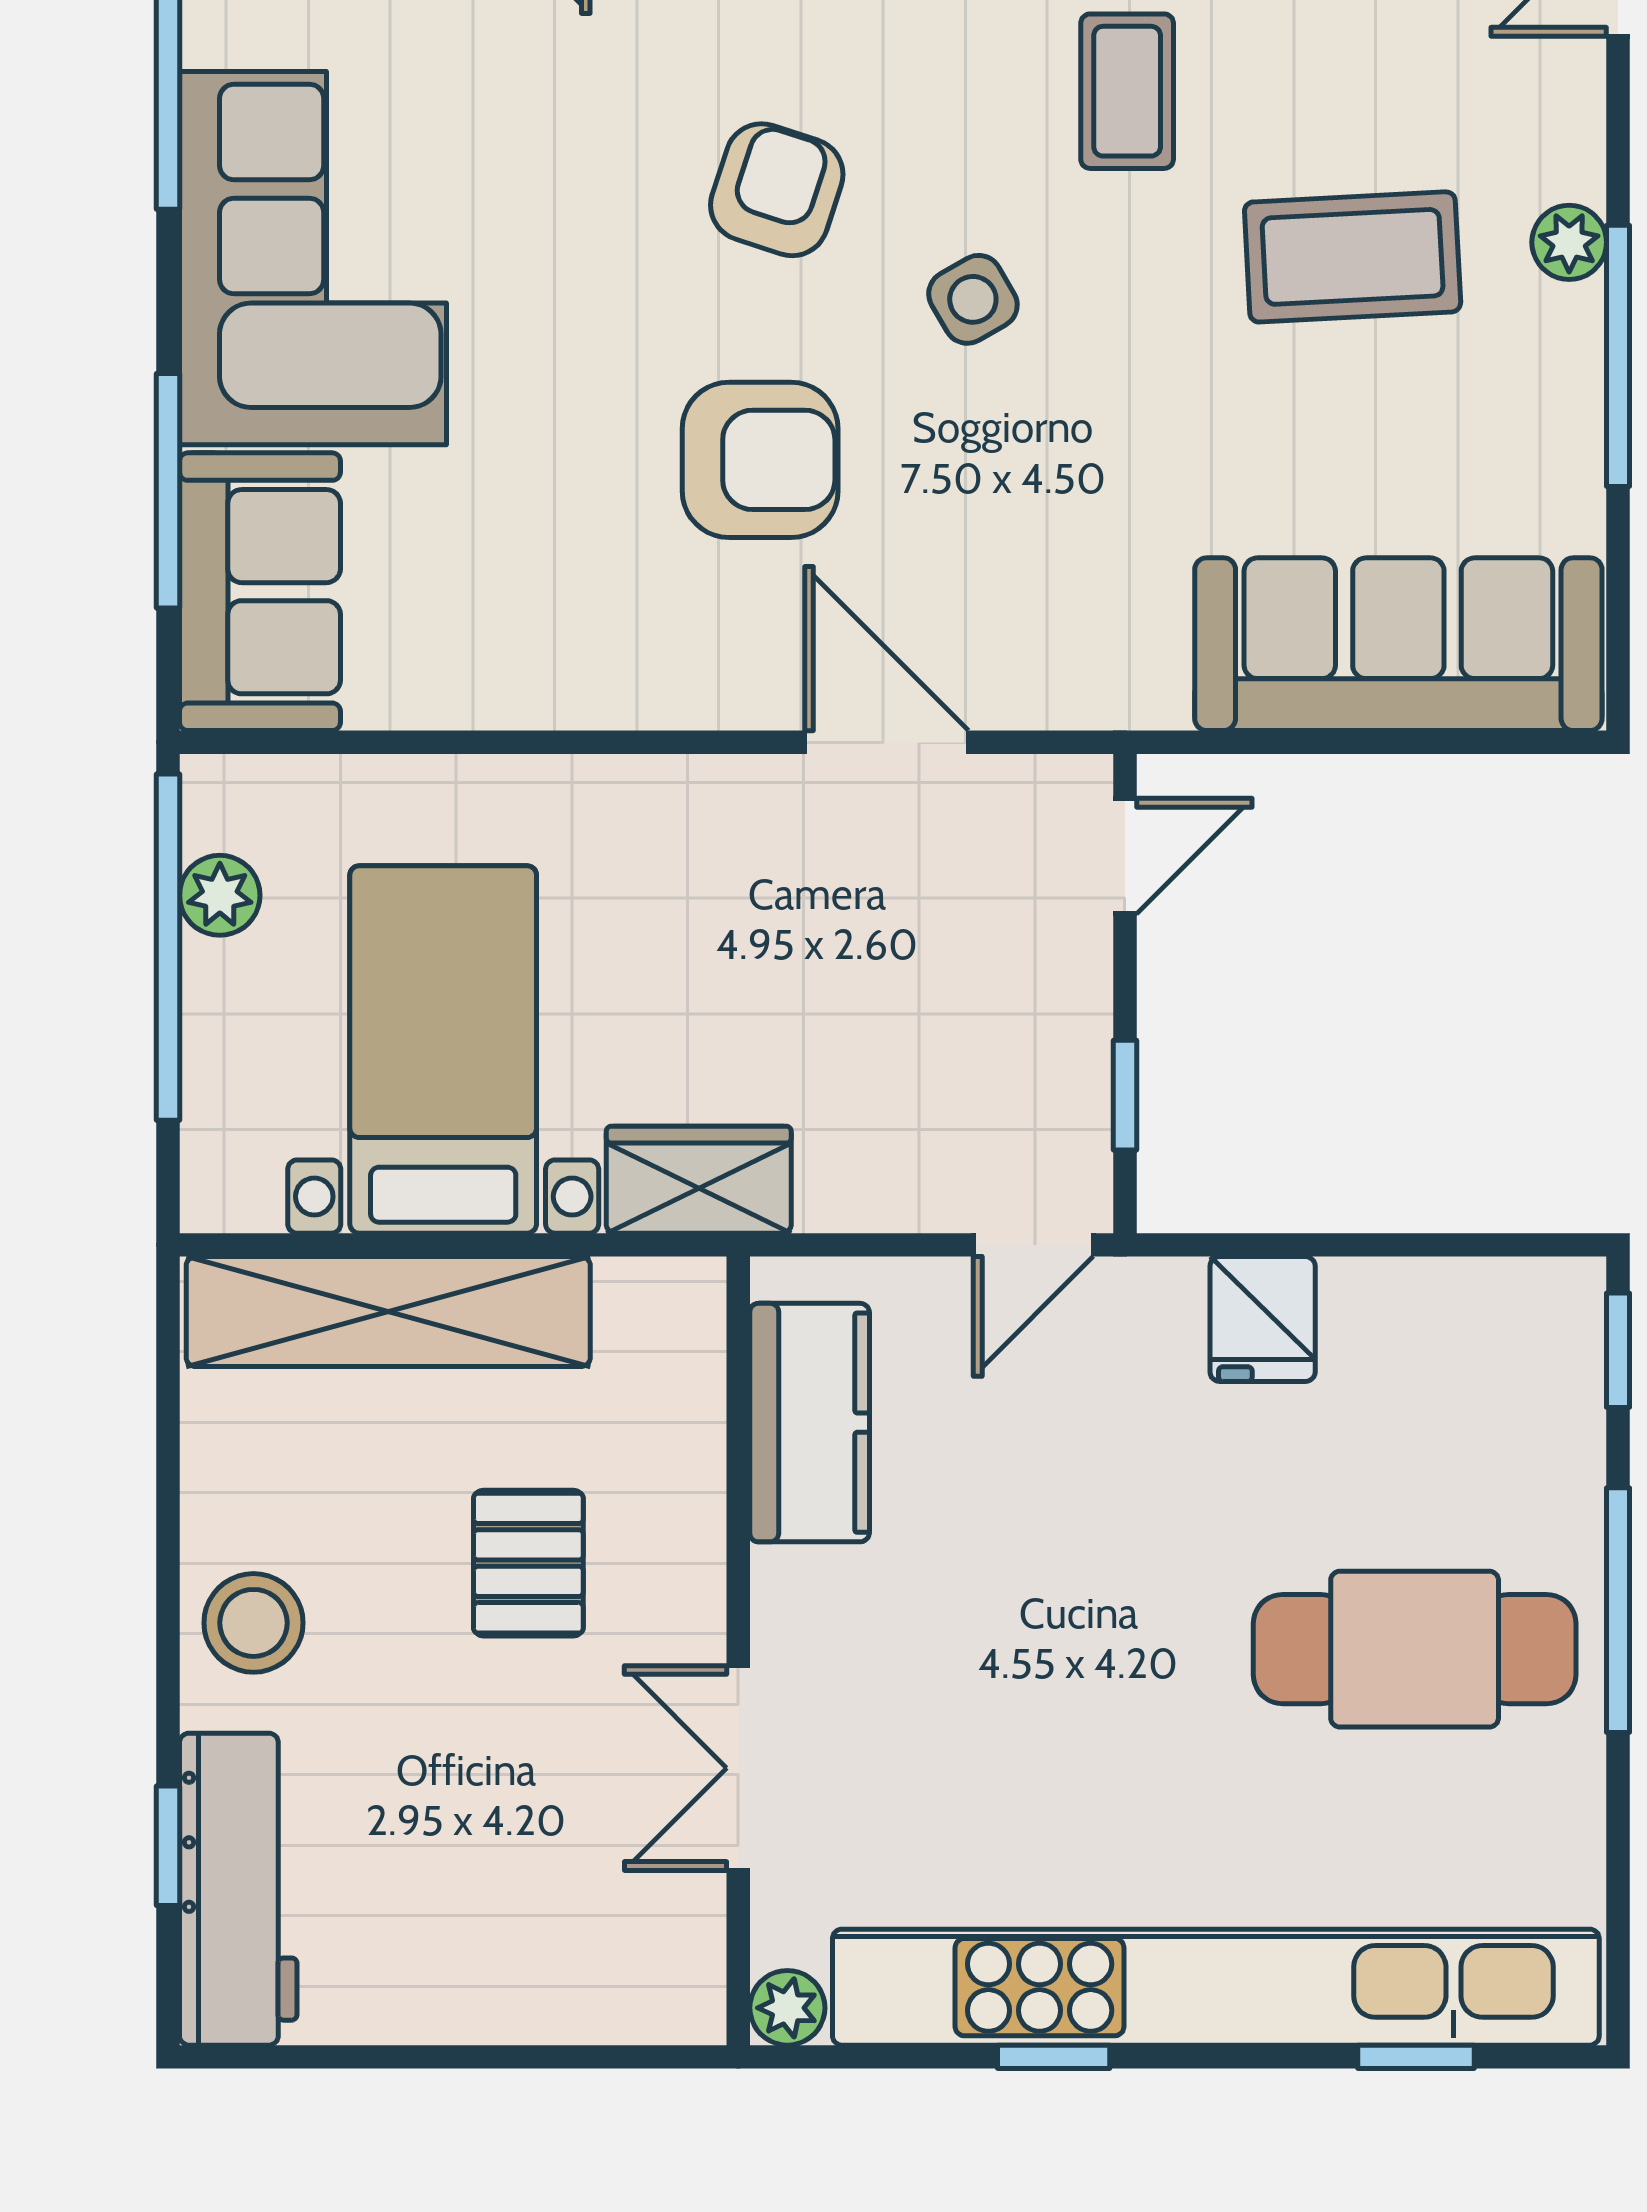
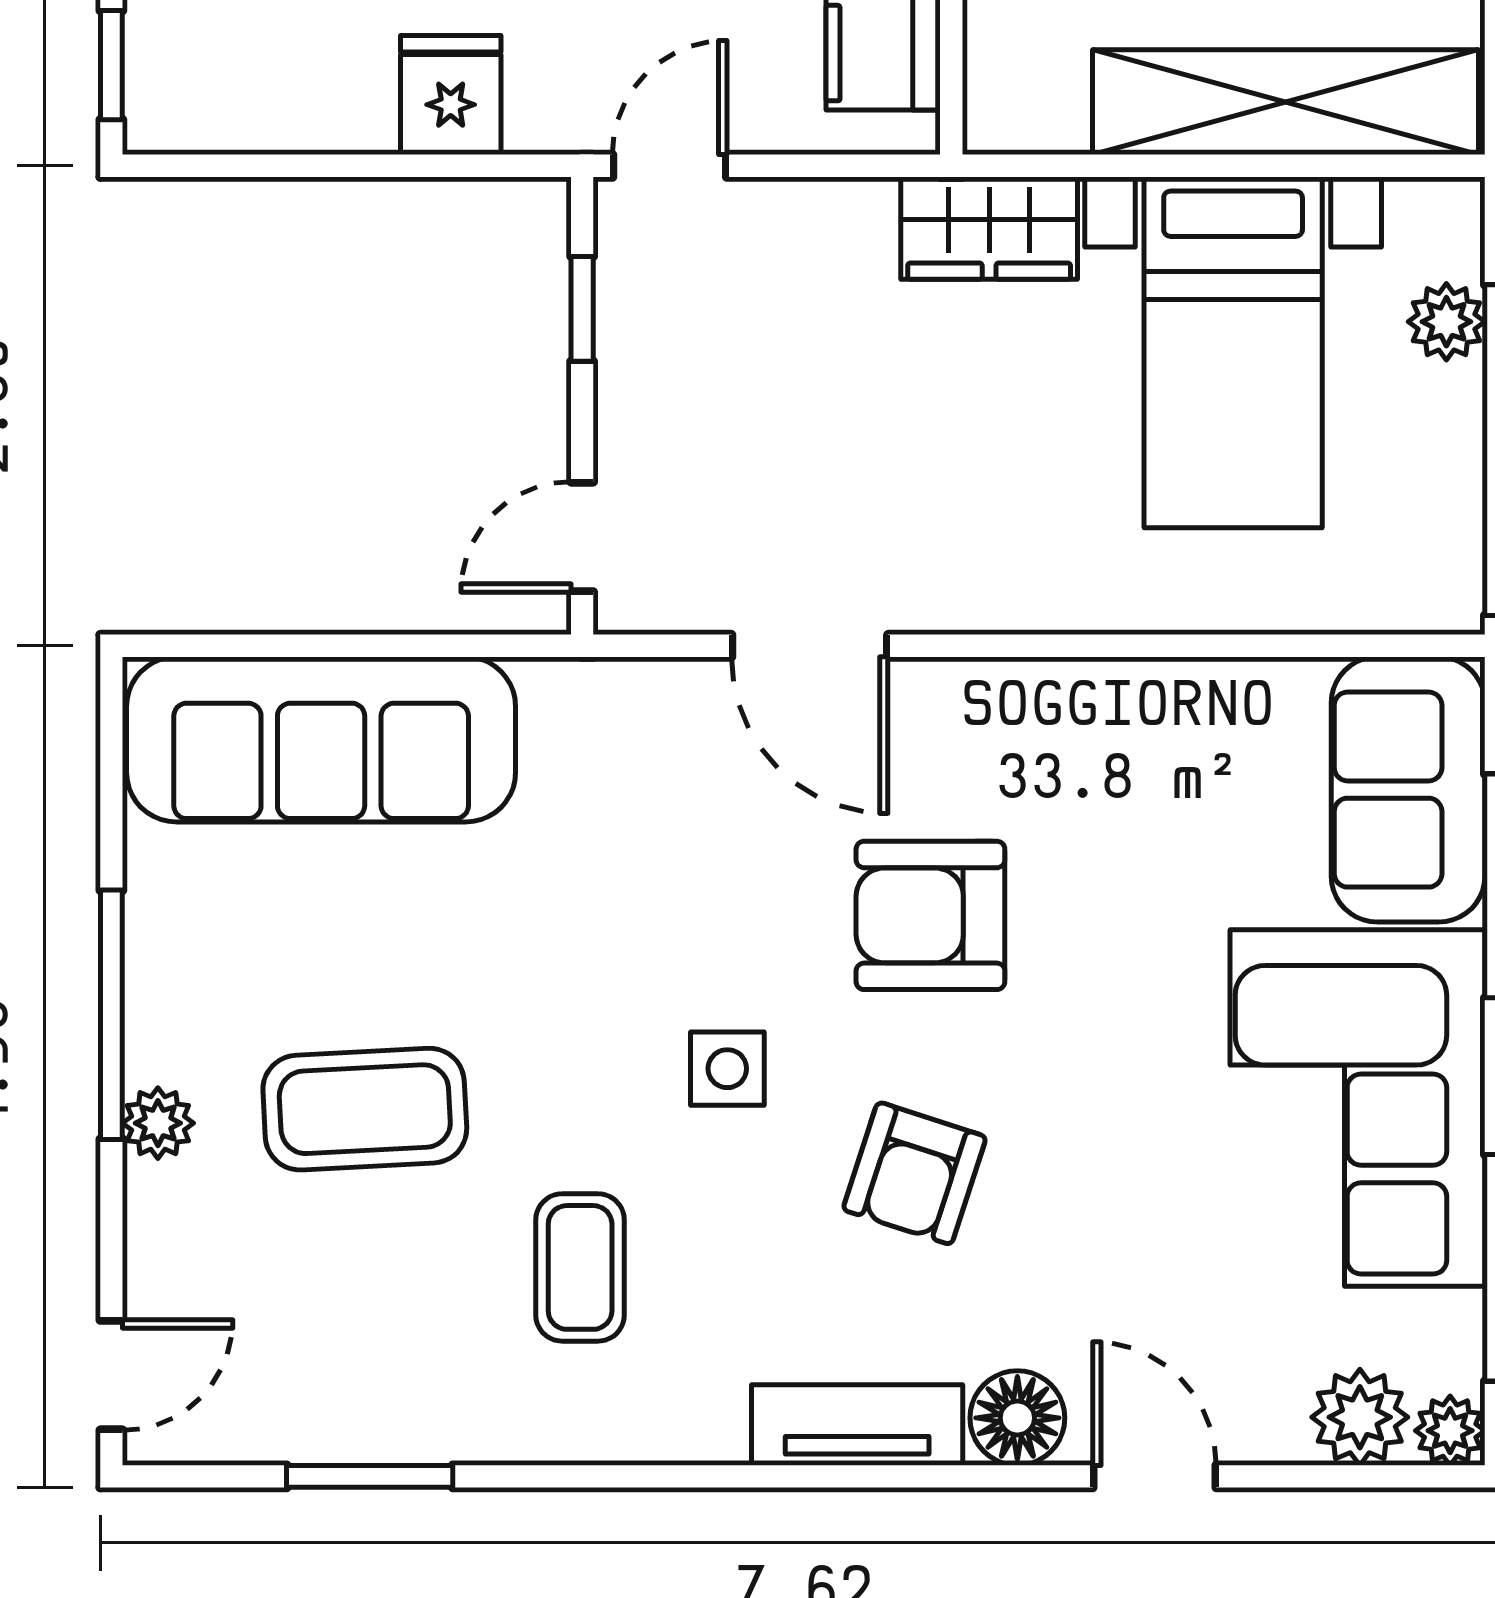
side table: (973, 299) -> (727, 1069), turned 30
plant: (220, 895) -> (1446, 322), moved

